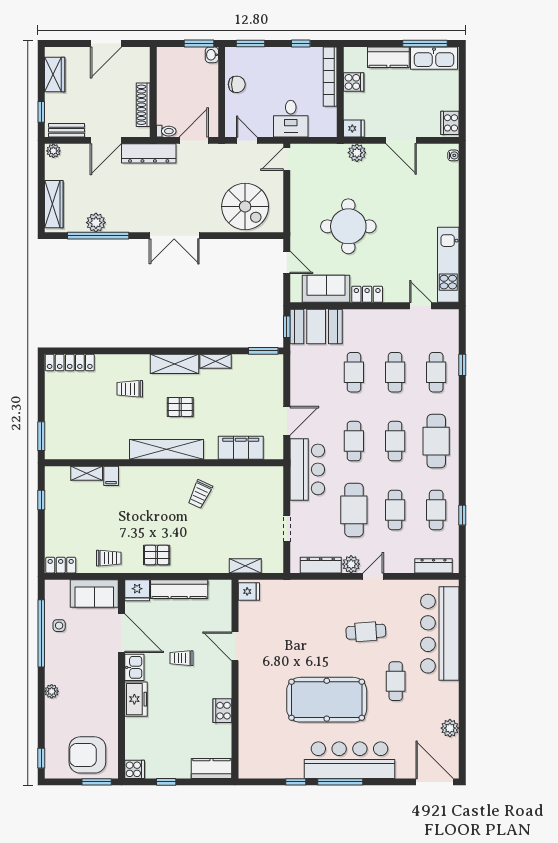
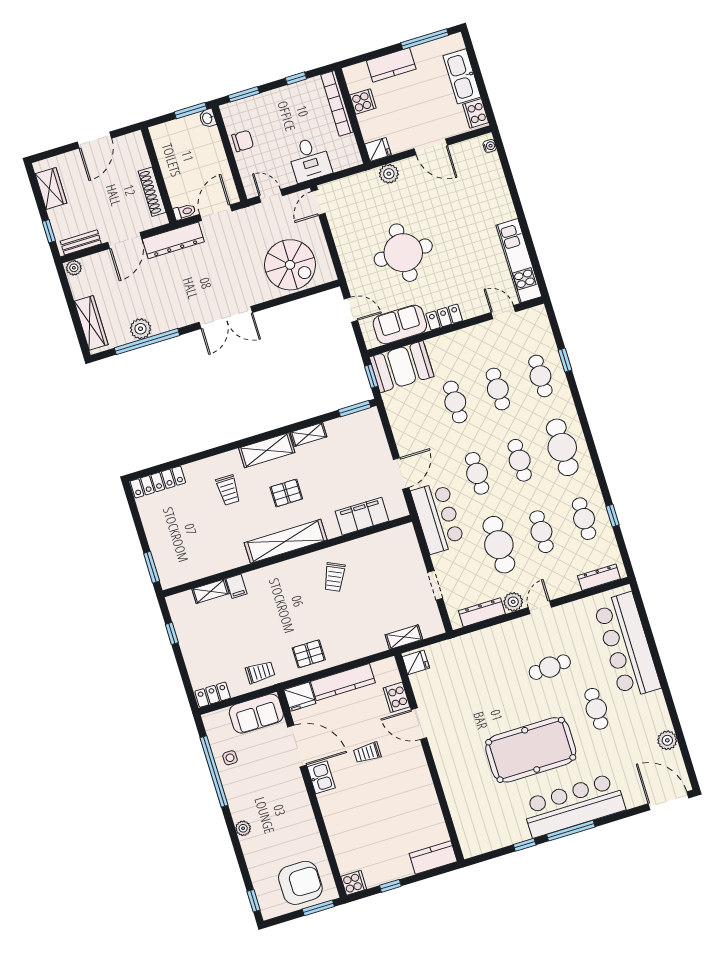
kitchen sink: (434, 58) -> (462, 76), moved, turned 90
trolley: (130, 389) -> (228, 490), turned -90
freezer: (136, 699) -> (333, 810), removed
cooker: (222, 711) -> (397, 697), moved
armchair: (87, 755) -> (300, 883), turned 180

